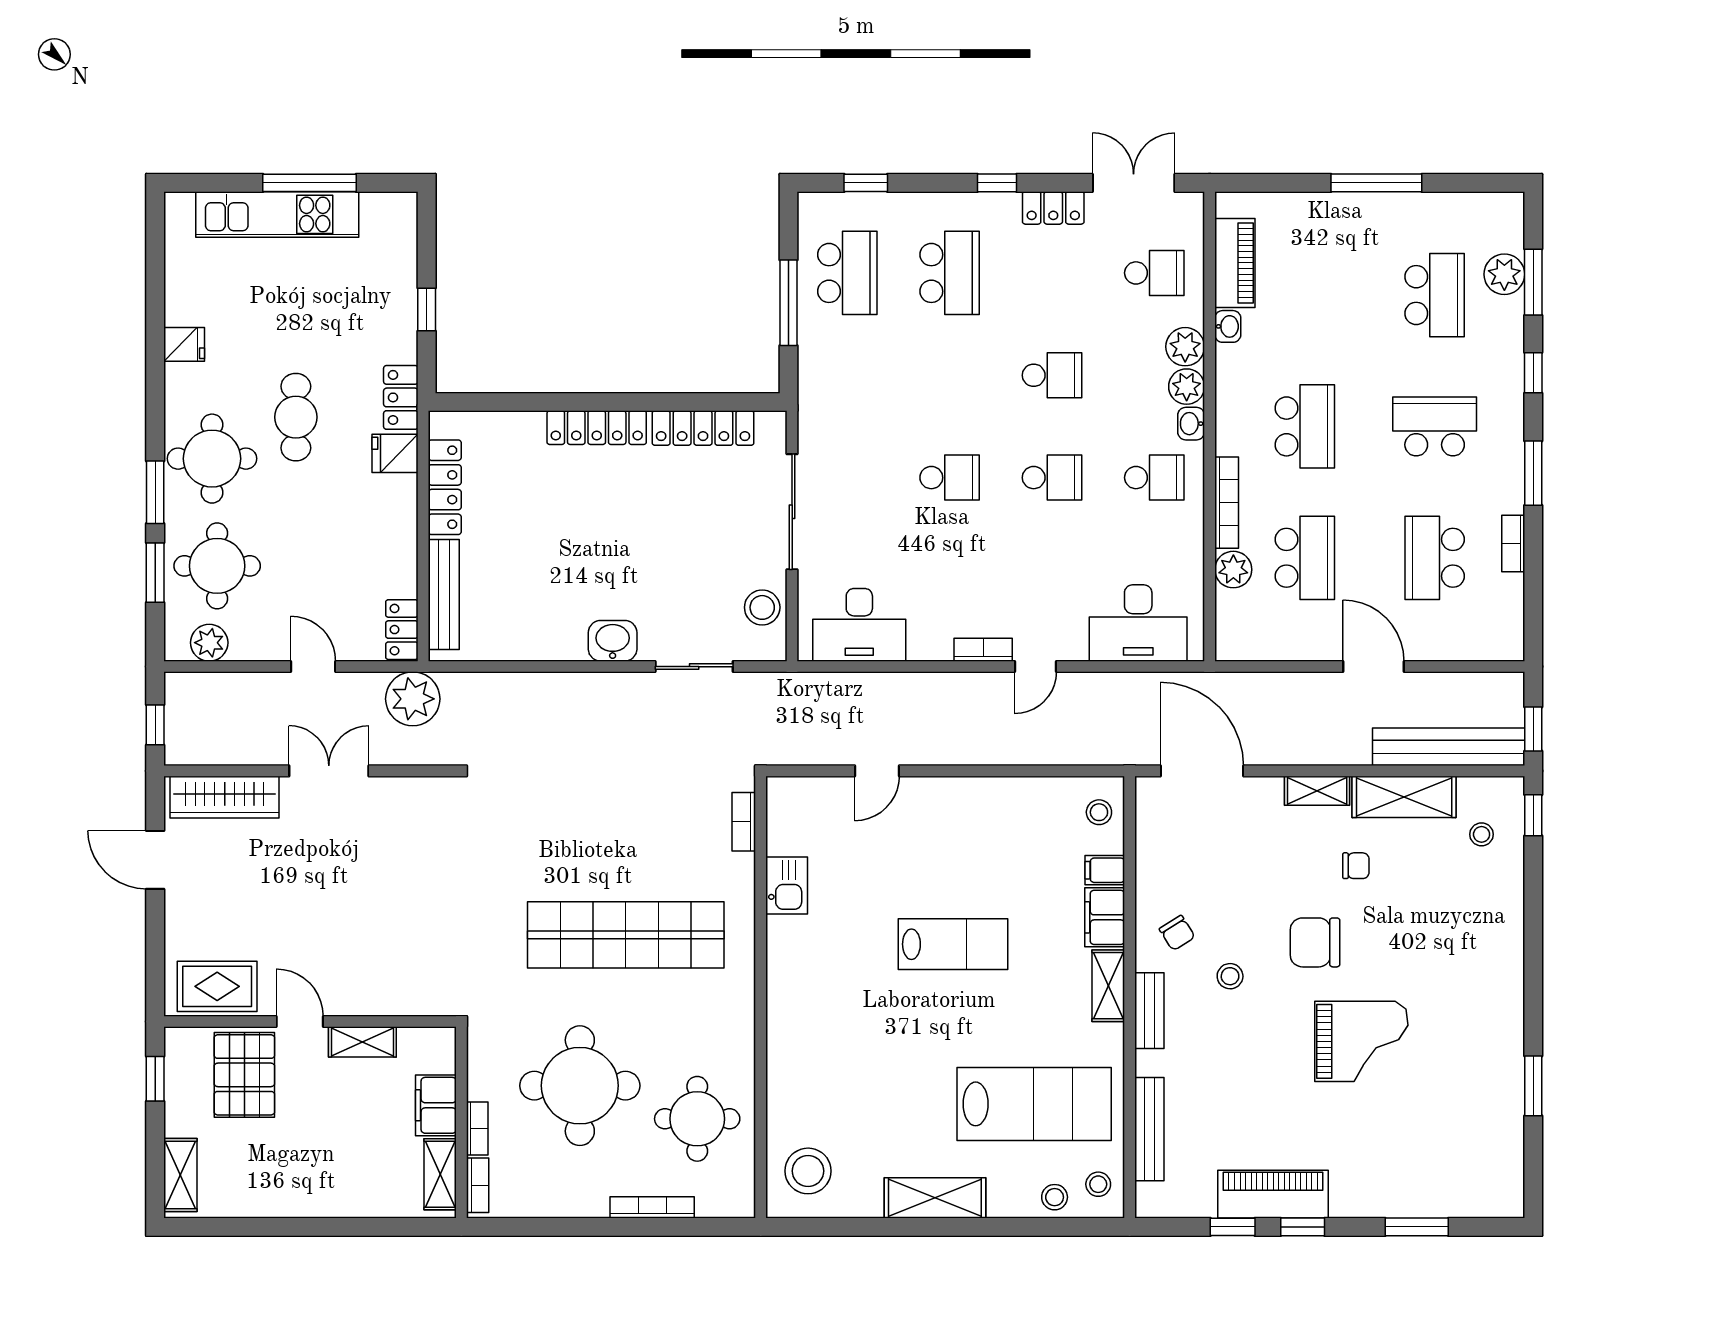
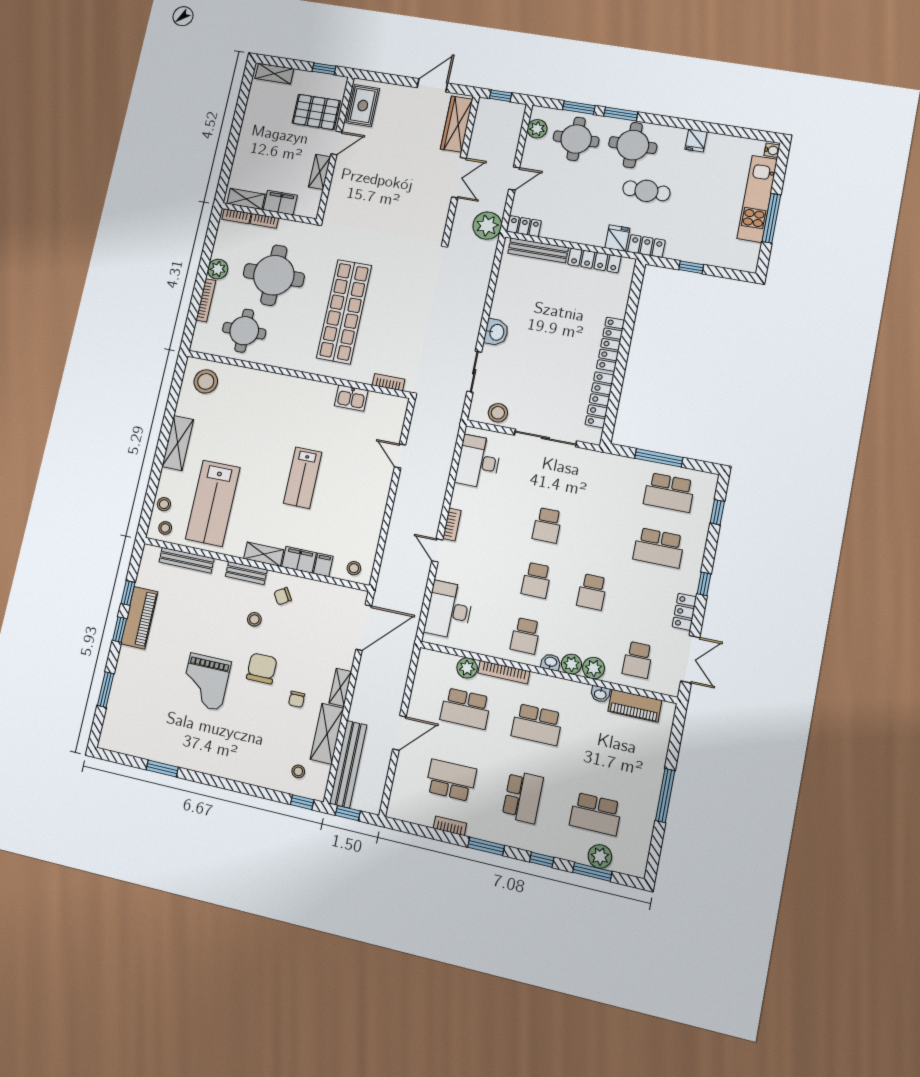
water cooler: (180, 204) -> (772, 150), added
plant: (587, 1198) -> (218, 269), added

